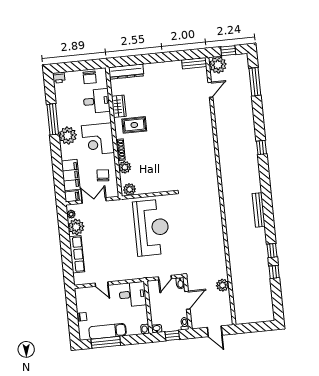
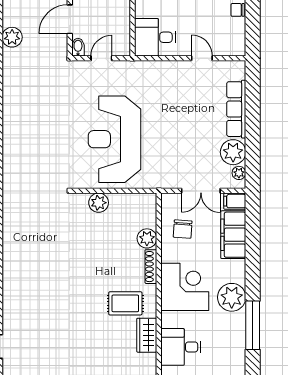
plant: (130, 189) -> (99, 203), moved

